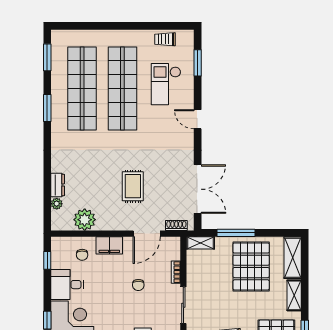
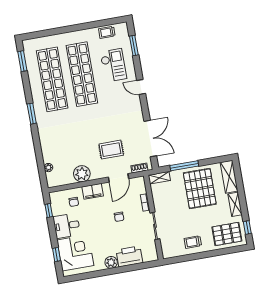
checkout: (166, 84) -> (113, 65), turned 180
window: (47, 108) -> (32, 114), moved
dresser: (58, 185) -> (47, 154), removed
rug: (133, 186) -> (111, 150), moved, turned 90
plant: (85, 220) -> (82, 174), moved

